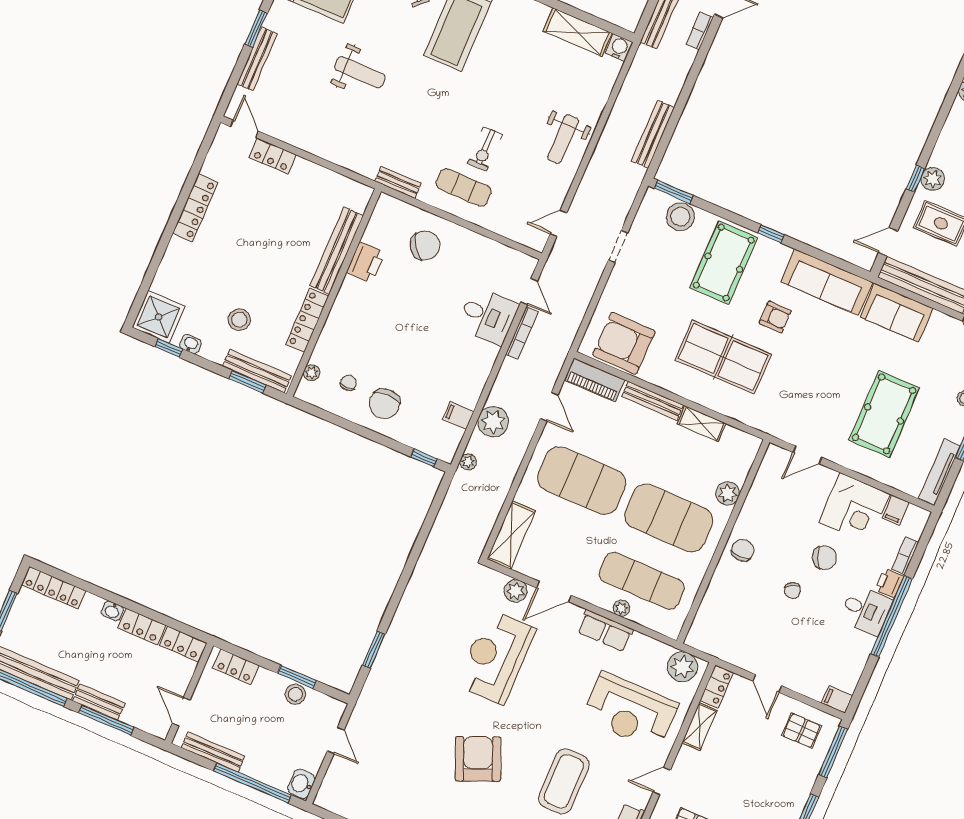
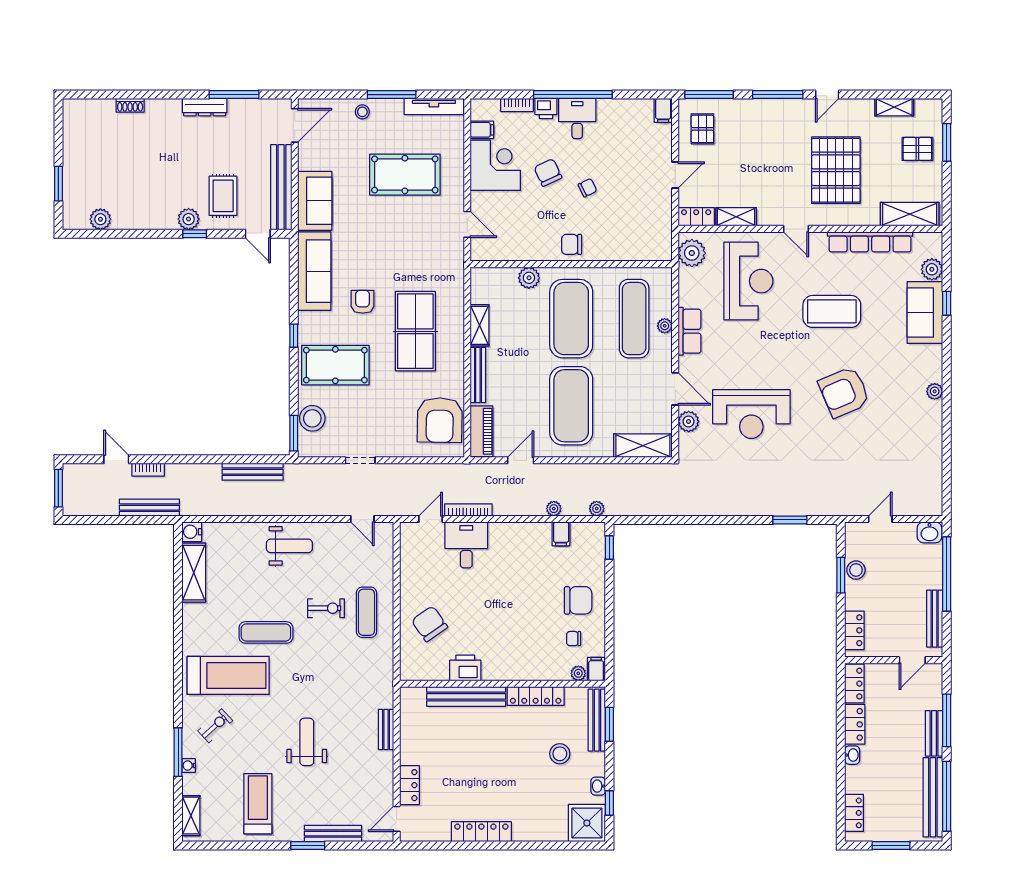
exercise mat: (487, 78) -> (266, 632), added
bench: (398, 182) -> (386, 729), moved
filing cabinet: (308, 392) -> (596, 669), added
plant: (493, 422) -> (554, 509), width x0.53, depth x0.53
locker: (54, 588) -> (854, 813), width x0.66

